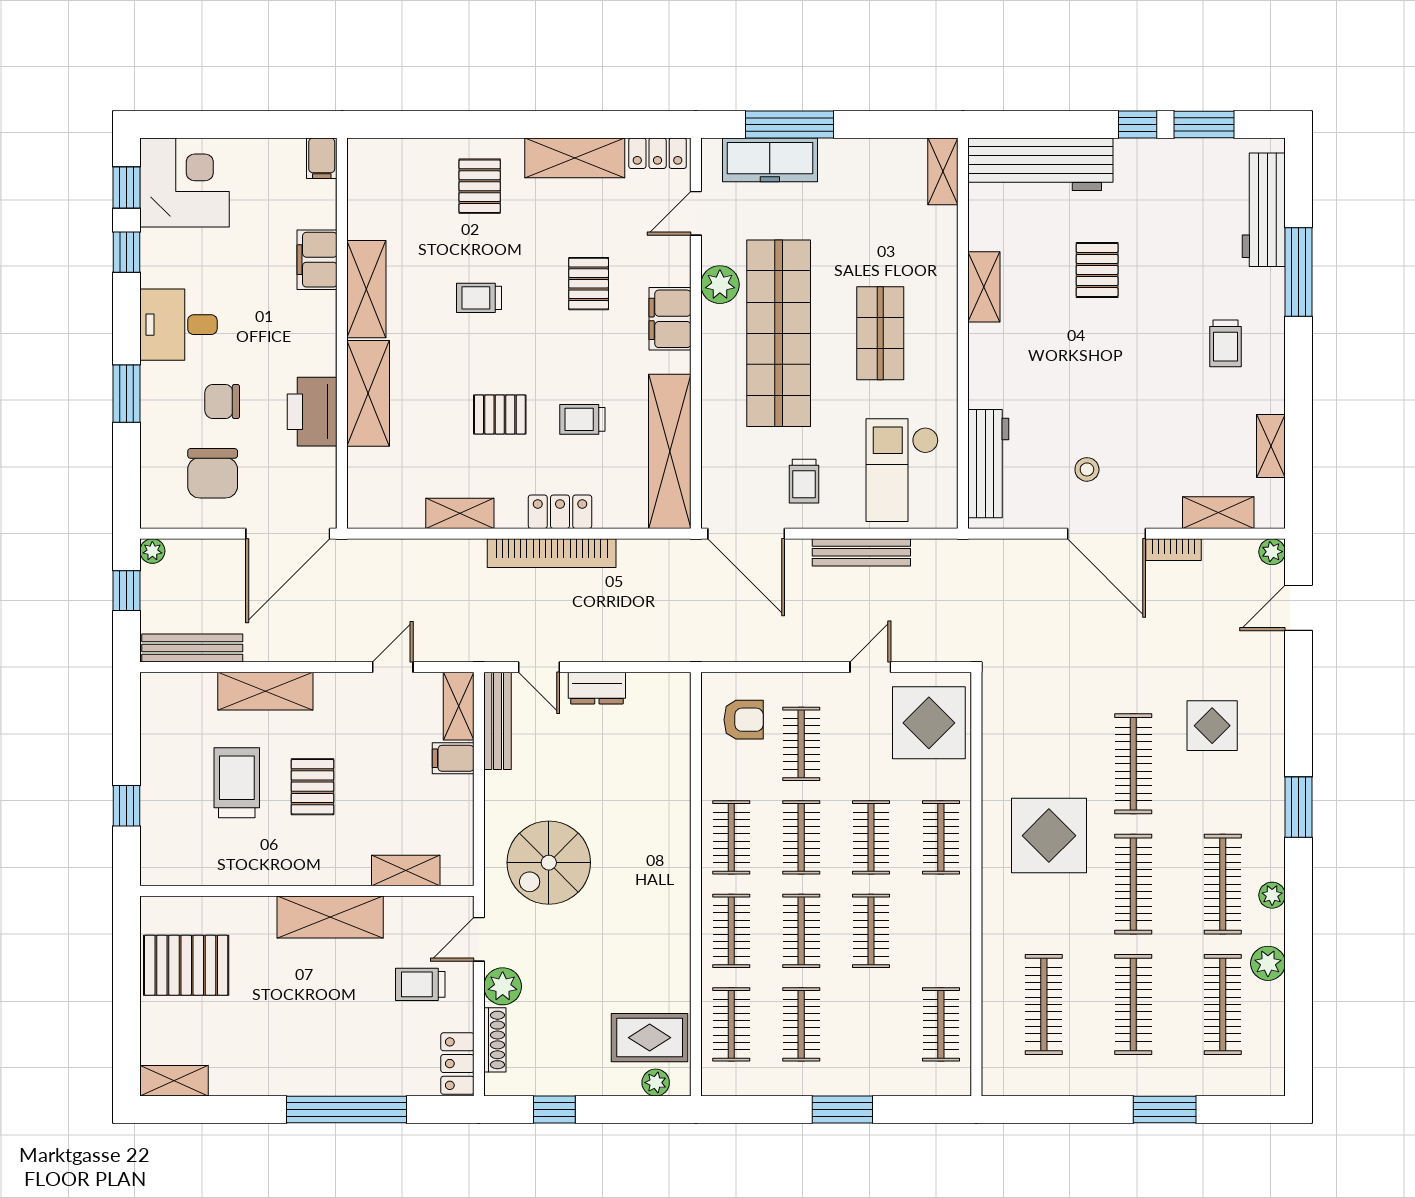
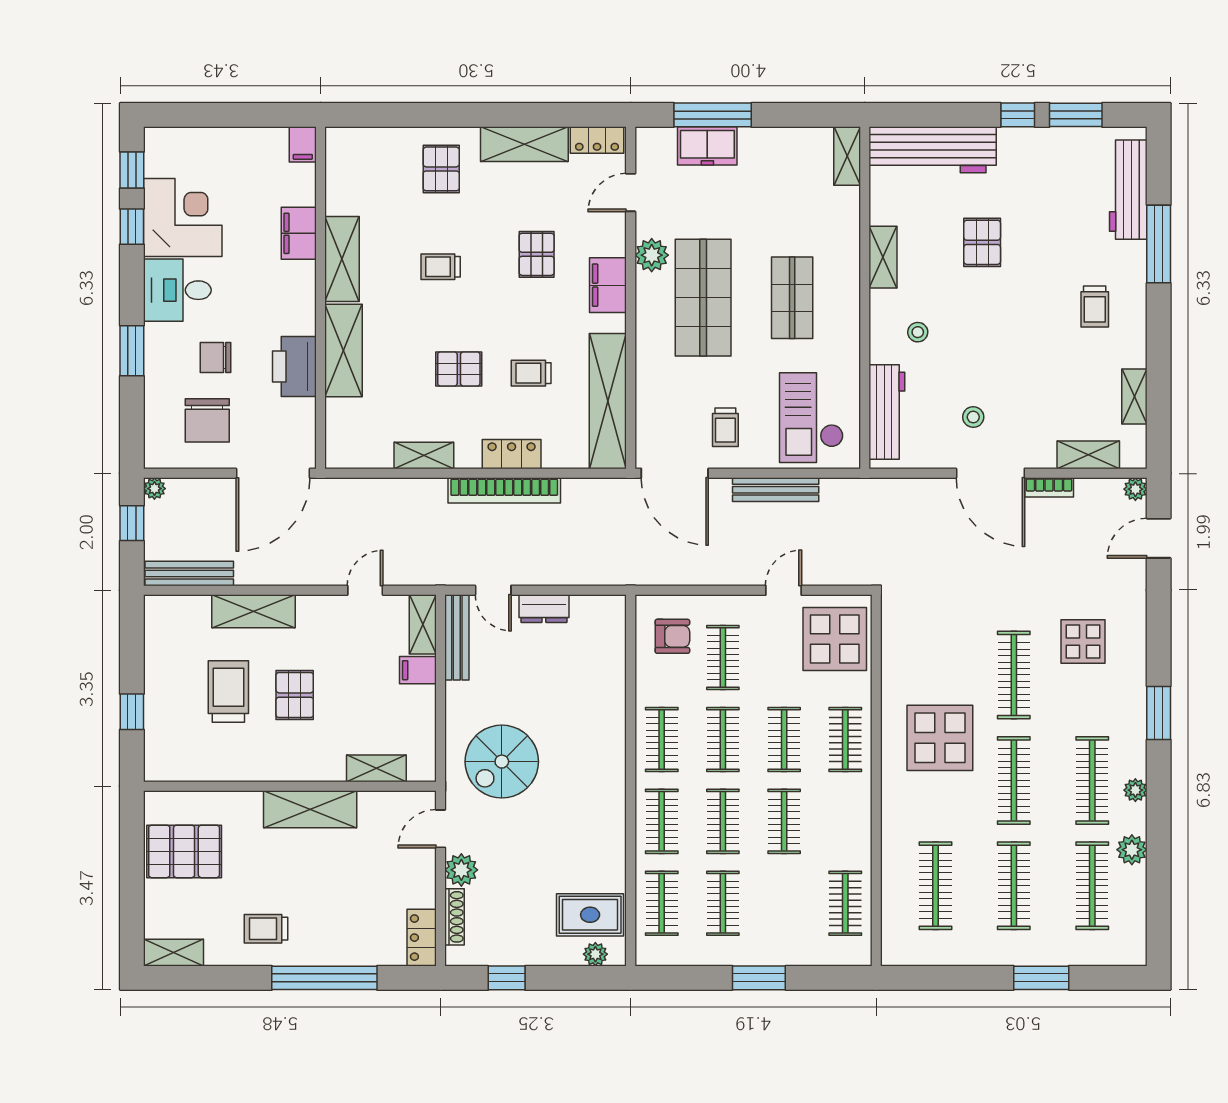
freezer: (770, 160) -> (707, 146), width x0.71
corner desk: (185, 183) -> (183, 217), moved
shop shelf: (779, 333) -> (703, 298), width x0.71
stool: (1024, 373) -> (918, 332), added
trolley: (420, 984) -> (266, 929), moved

